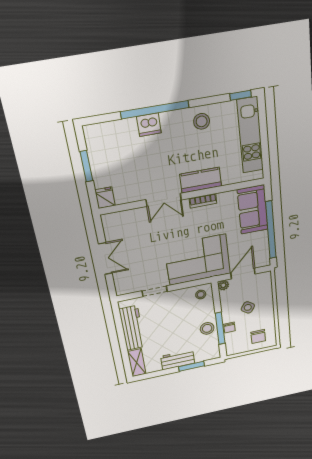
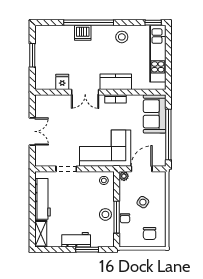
fridge: (105, 198) -> (62, 82), moved

